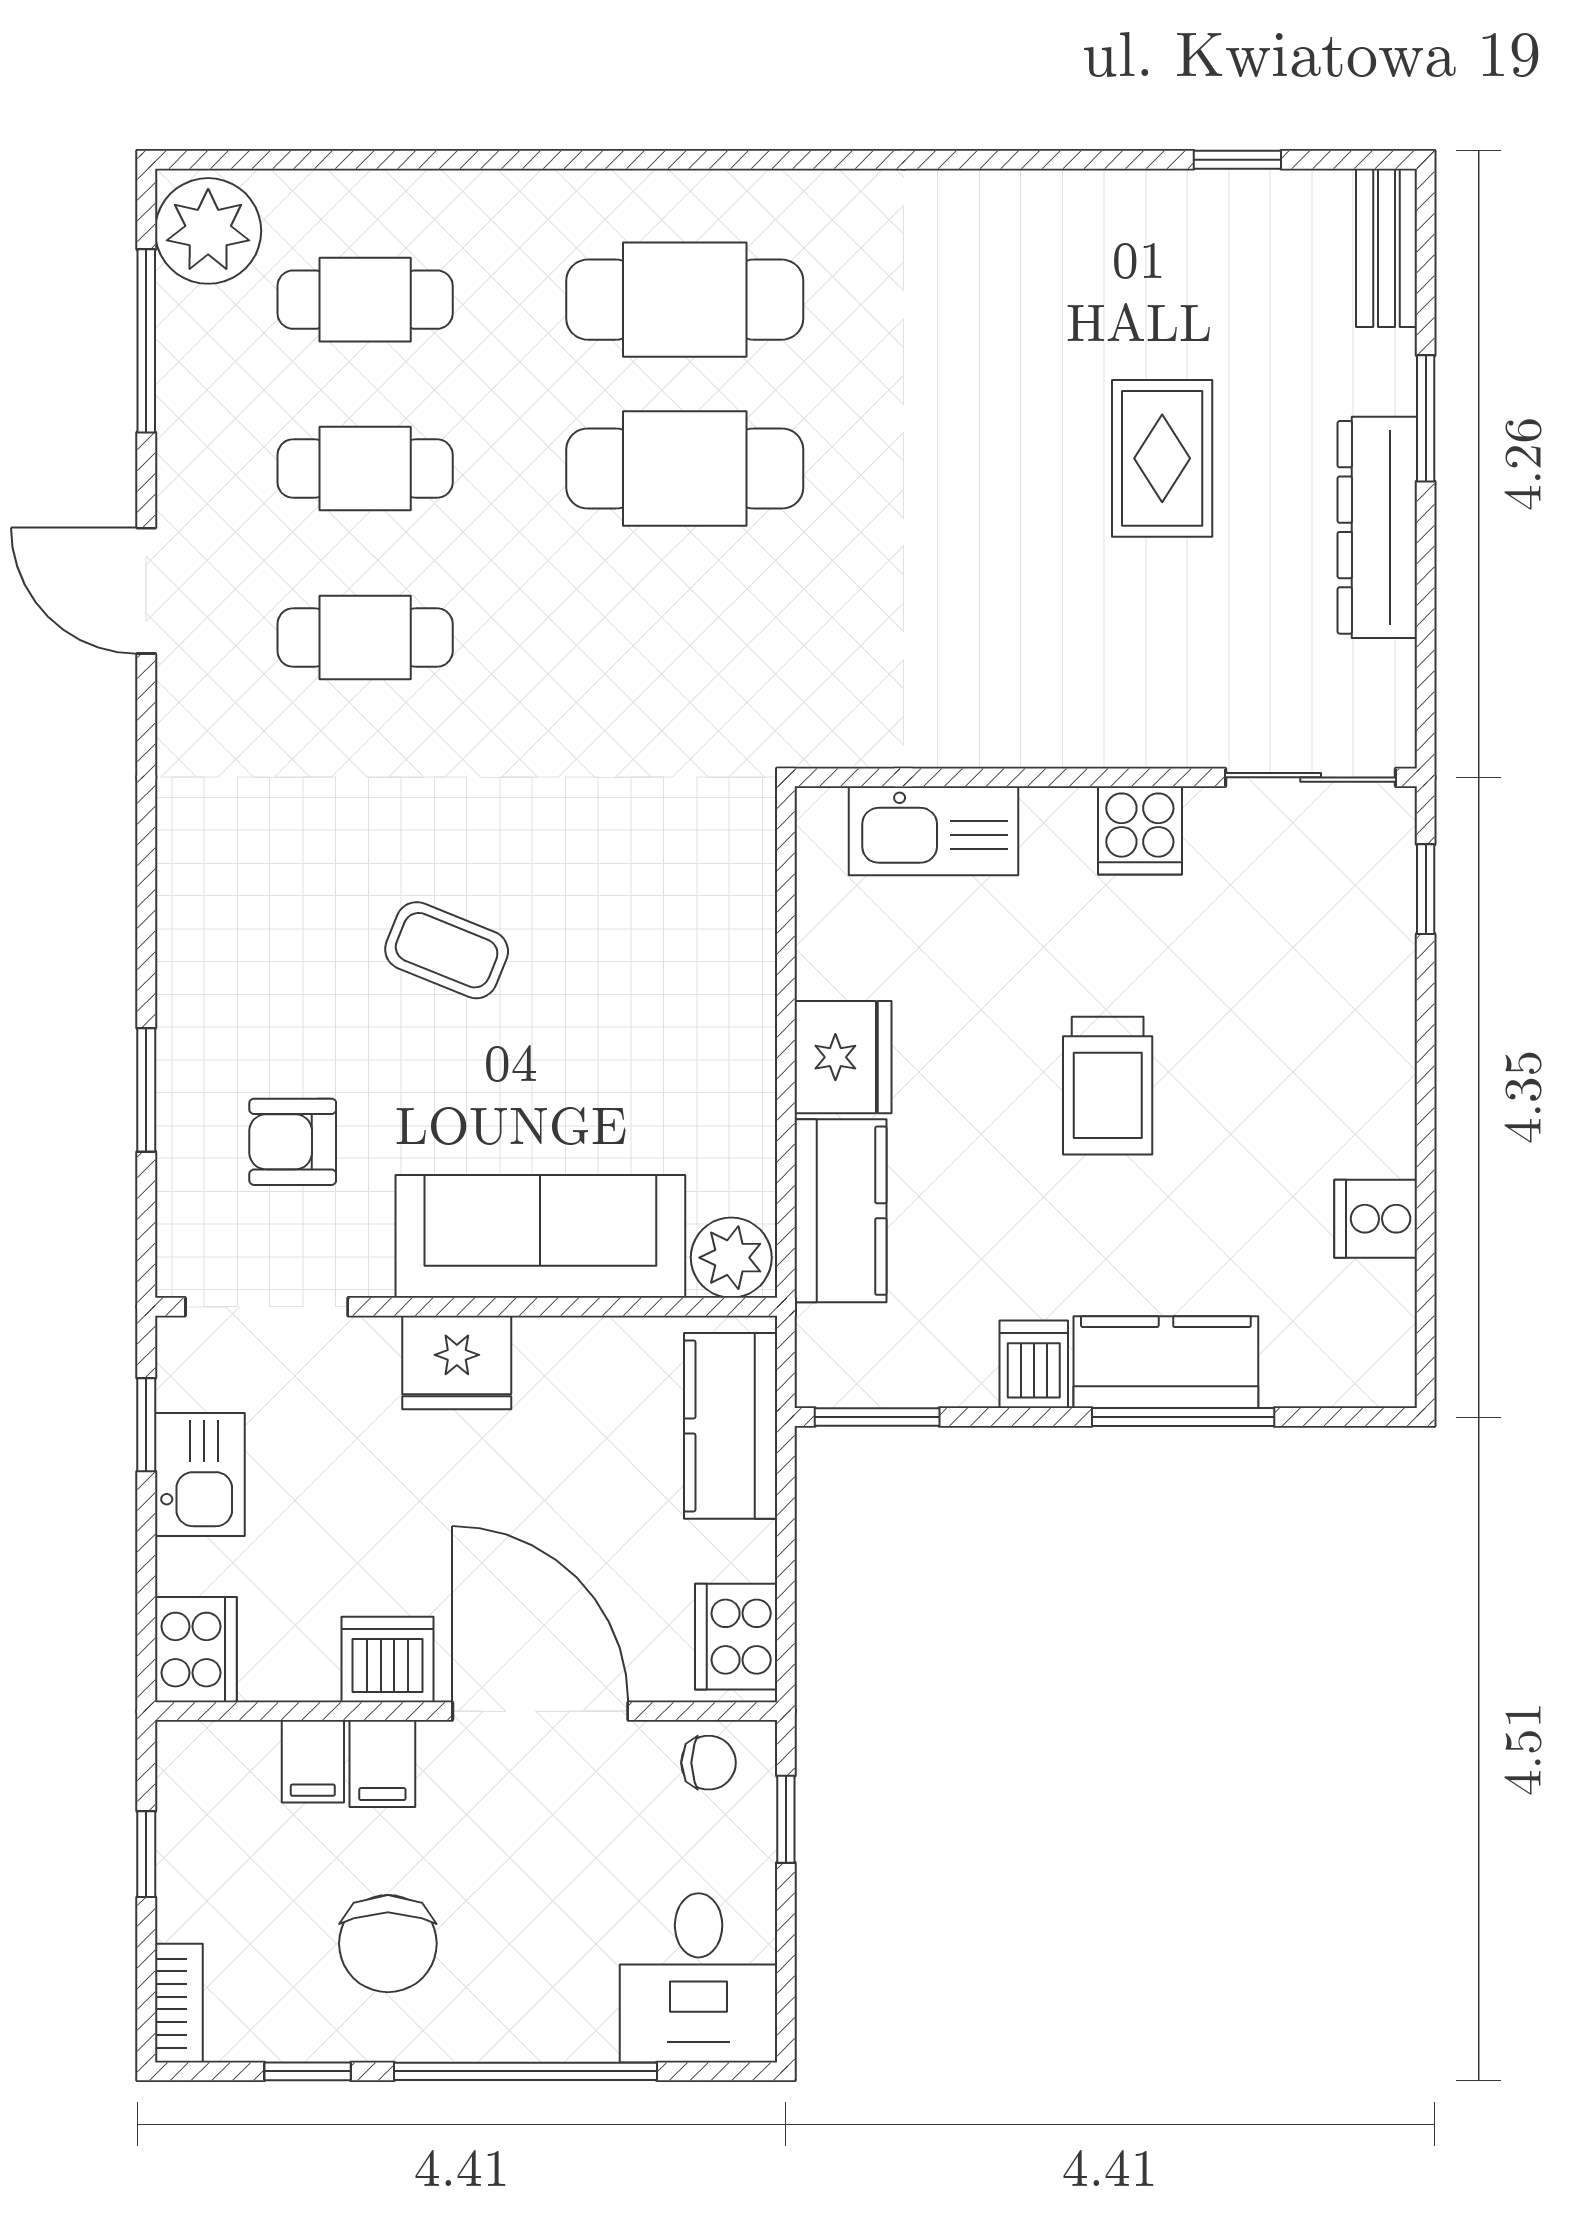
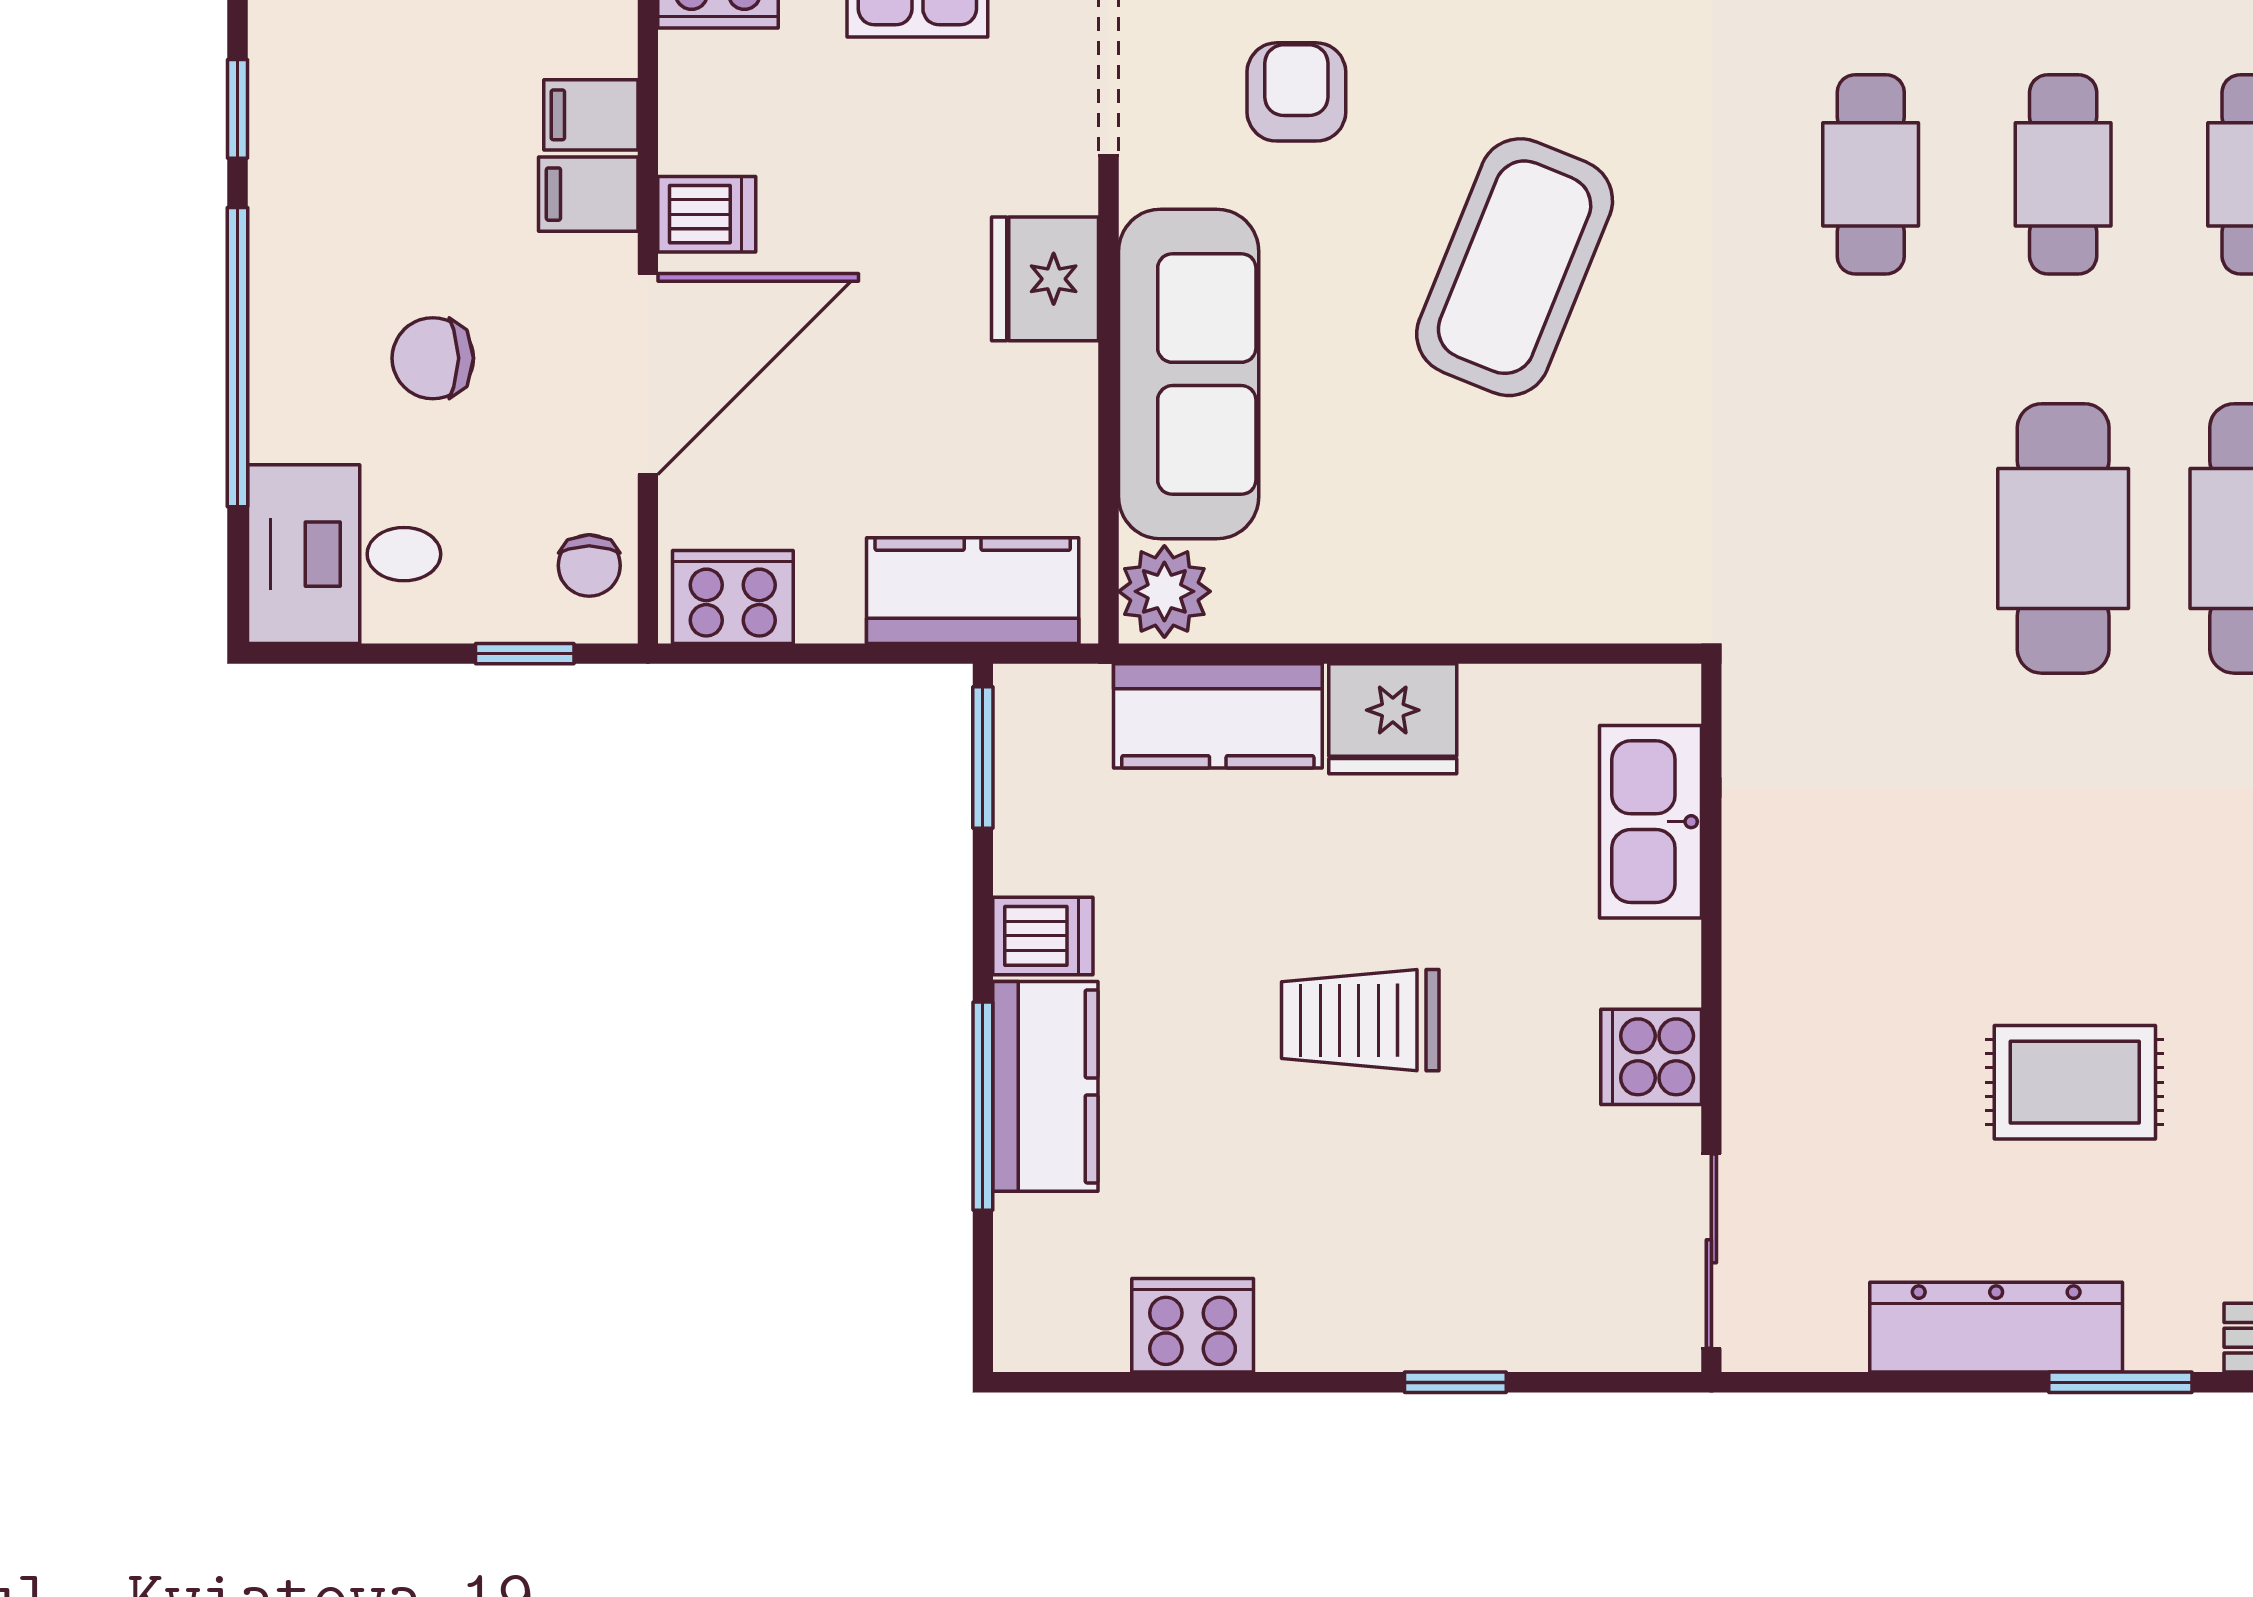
window: (1426, 889) -> (1455, 1382), moved
coffee table: (447, 950) -> (1515, 267), width x1.86, depth x1.72
cooker: (1376, 1219) -> (1193, 1325), width x1.36
dishwasher: (387, 1659) -> (707, 214), width x0.73
chair: (388, 1944) -> (433, 358), moved, width x0.73, depth x0.73

